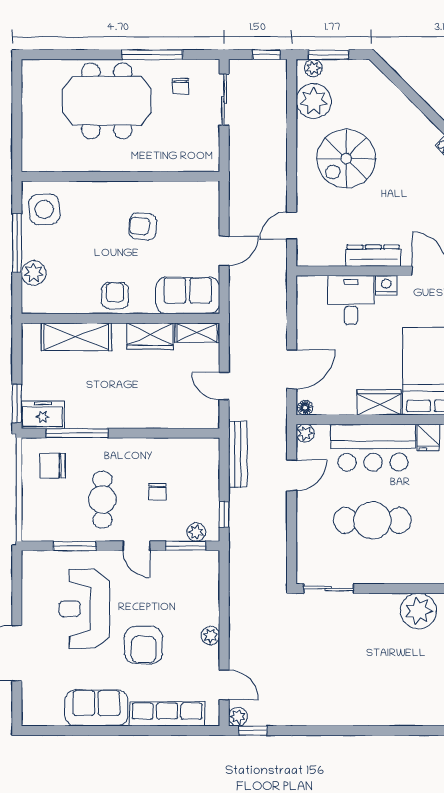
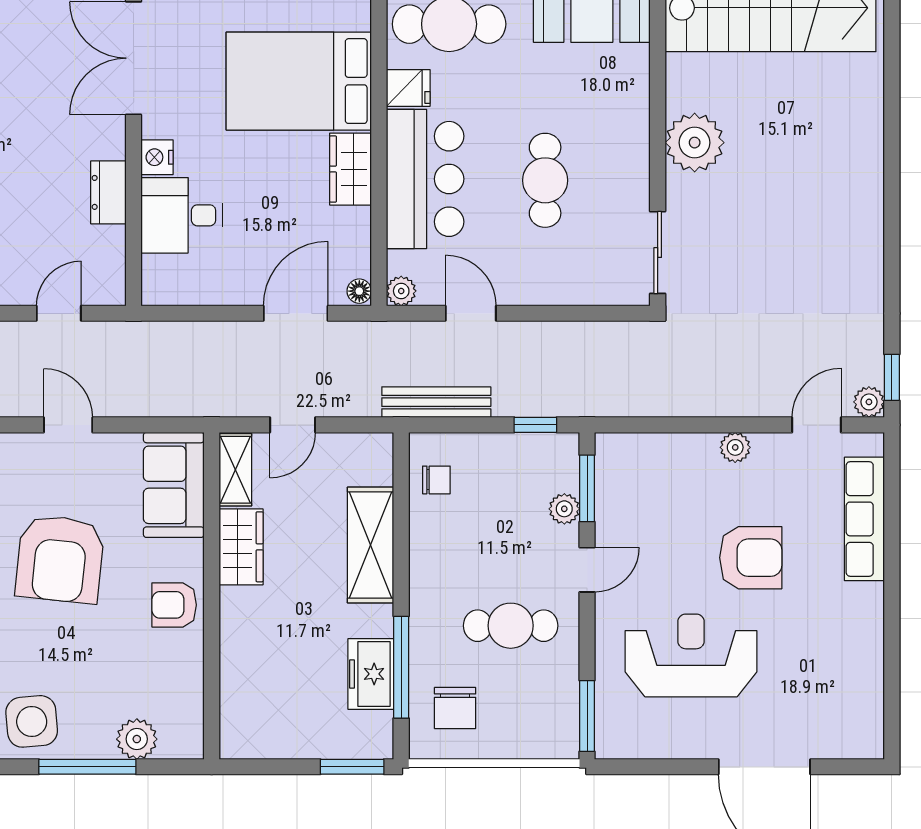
armchair: (143, 226) -> (60, 559), width x1.88, depth x1.88
door: (292, 226) -> (59, 313), swing flipped
door: (224, 251) -> (68, 425), moved
dresser: (373, 256) -> (108, 192), width x0.70
shelving: (76, 337) -> (371, 545), moved
door: (292, 369) -> (296, 313), hinge flipped
door: (224, 386) -> (293, 425), moved
freezer: (43, 415) -> (371, 674), moved
chair: (157, 492) -> (436, 480), moved
cafe table: (372, 520) -> (545, 180), width x0.73, depth x0.74
plant: (196, 532) -> (564, 509), moved
window: (75, 546) -> (587, 716), moved
reception desk: (84, 609) -> (691, 655), turned 180
plant: (418, 611) -> (695, 143), moved
sofa: (96, 708) -> (854, 636), removed

